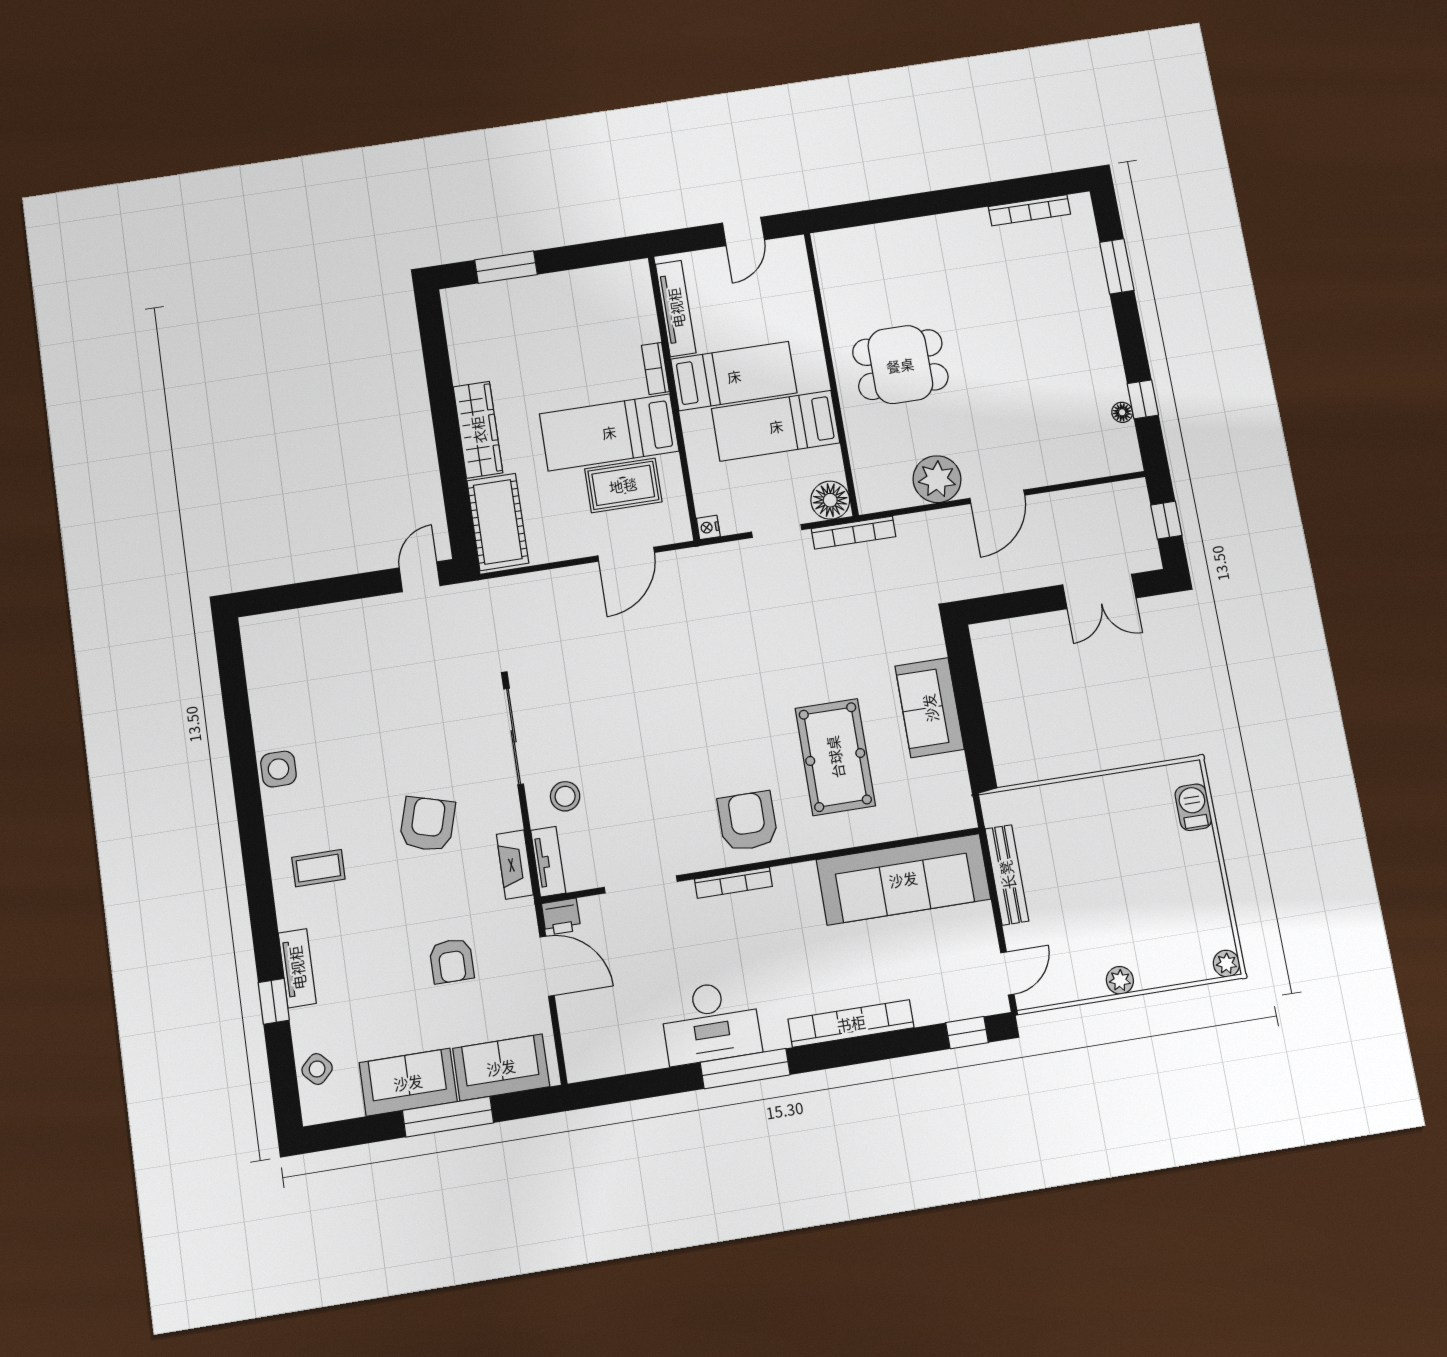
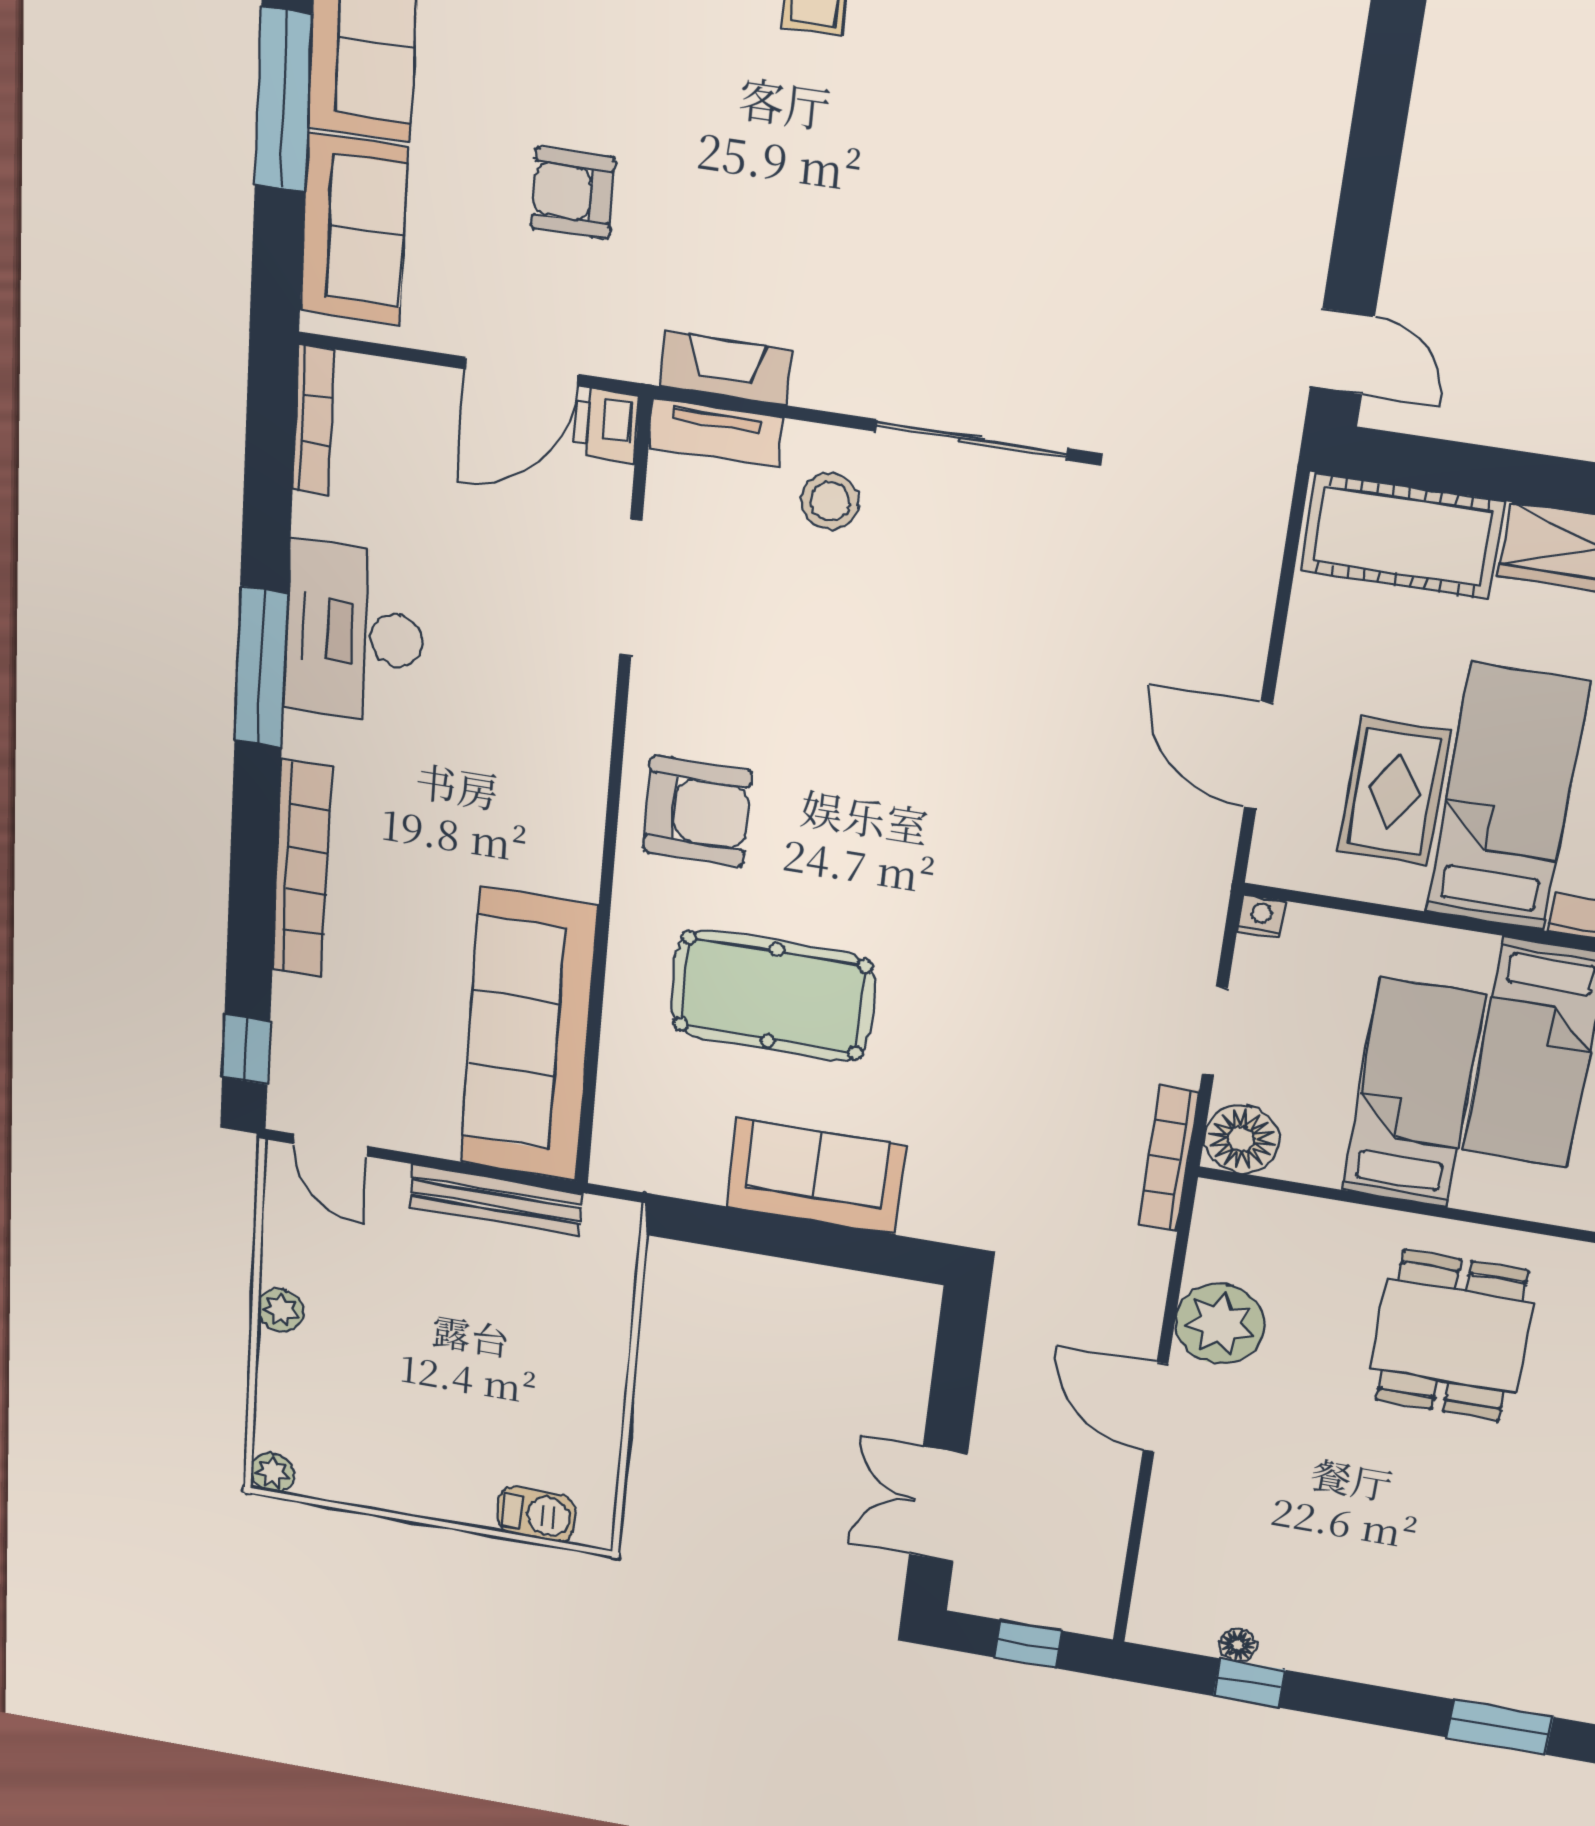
armchair: (427, 824) -> (847, 223), removed
bookcase: (733, 883) -> (314, 420), moved, turned 180

